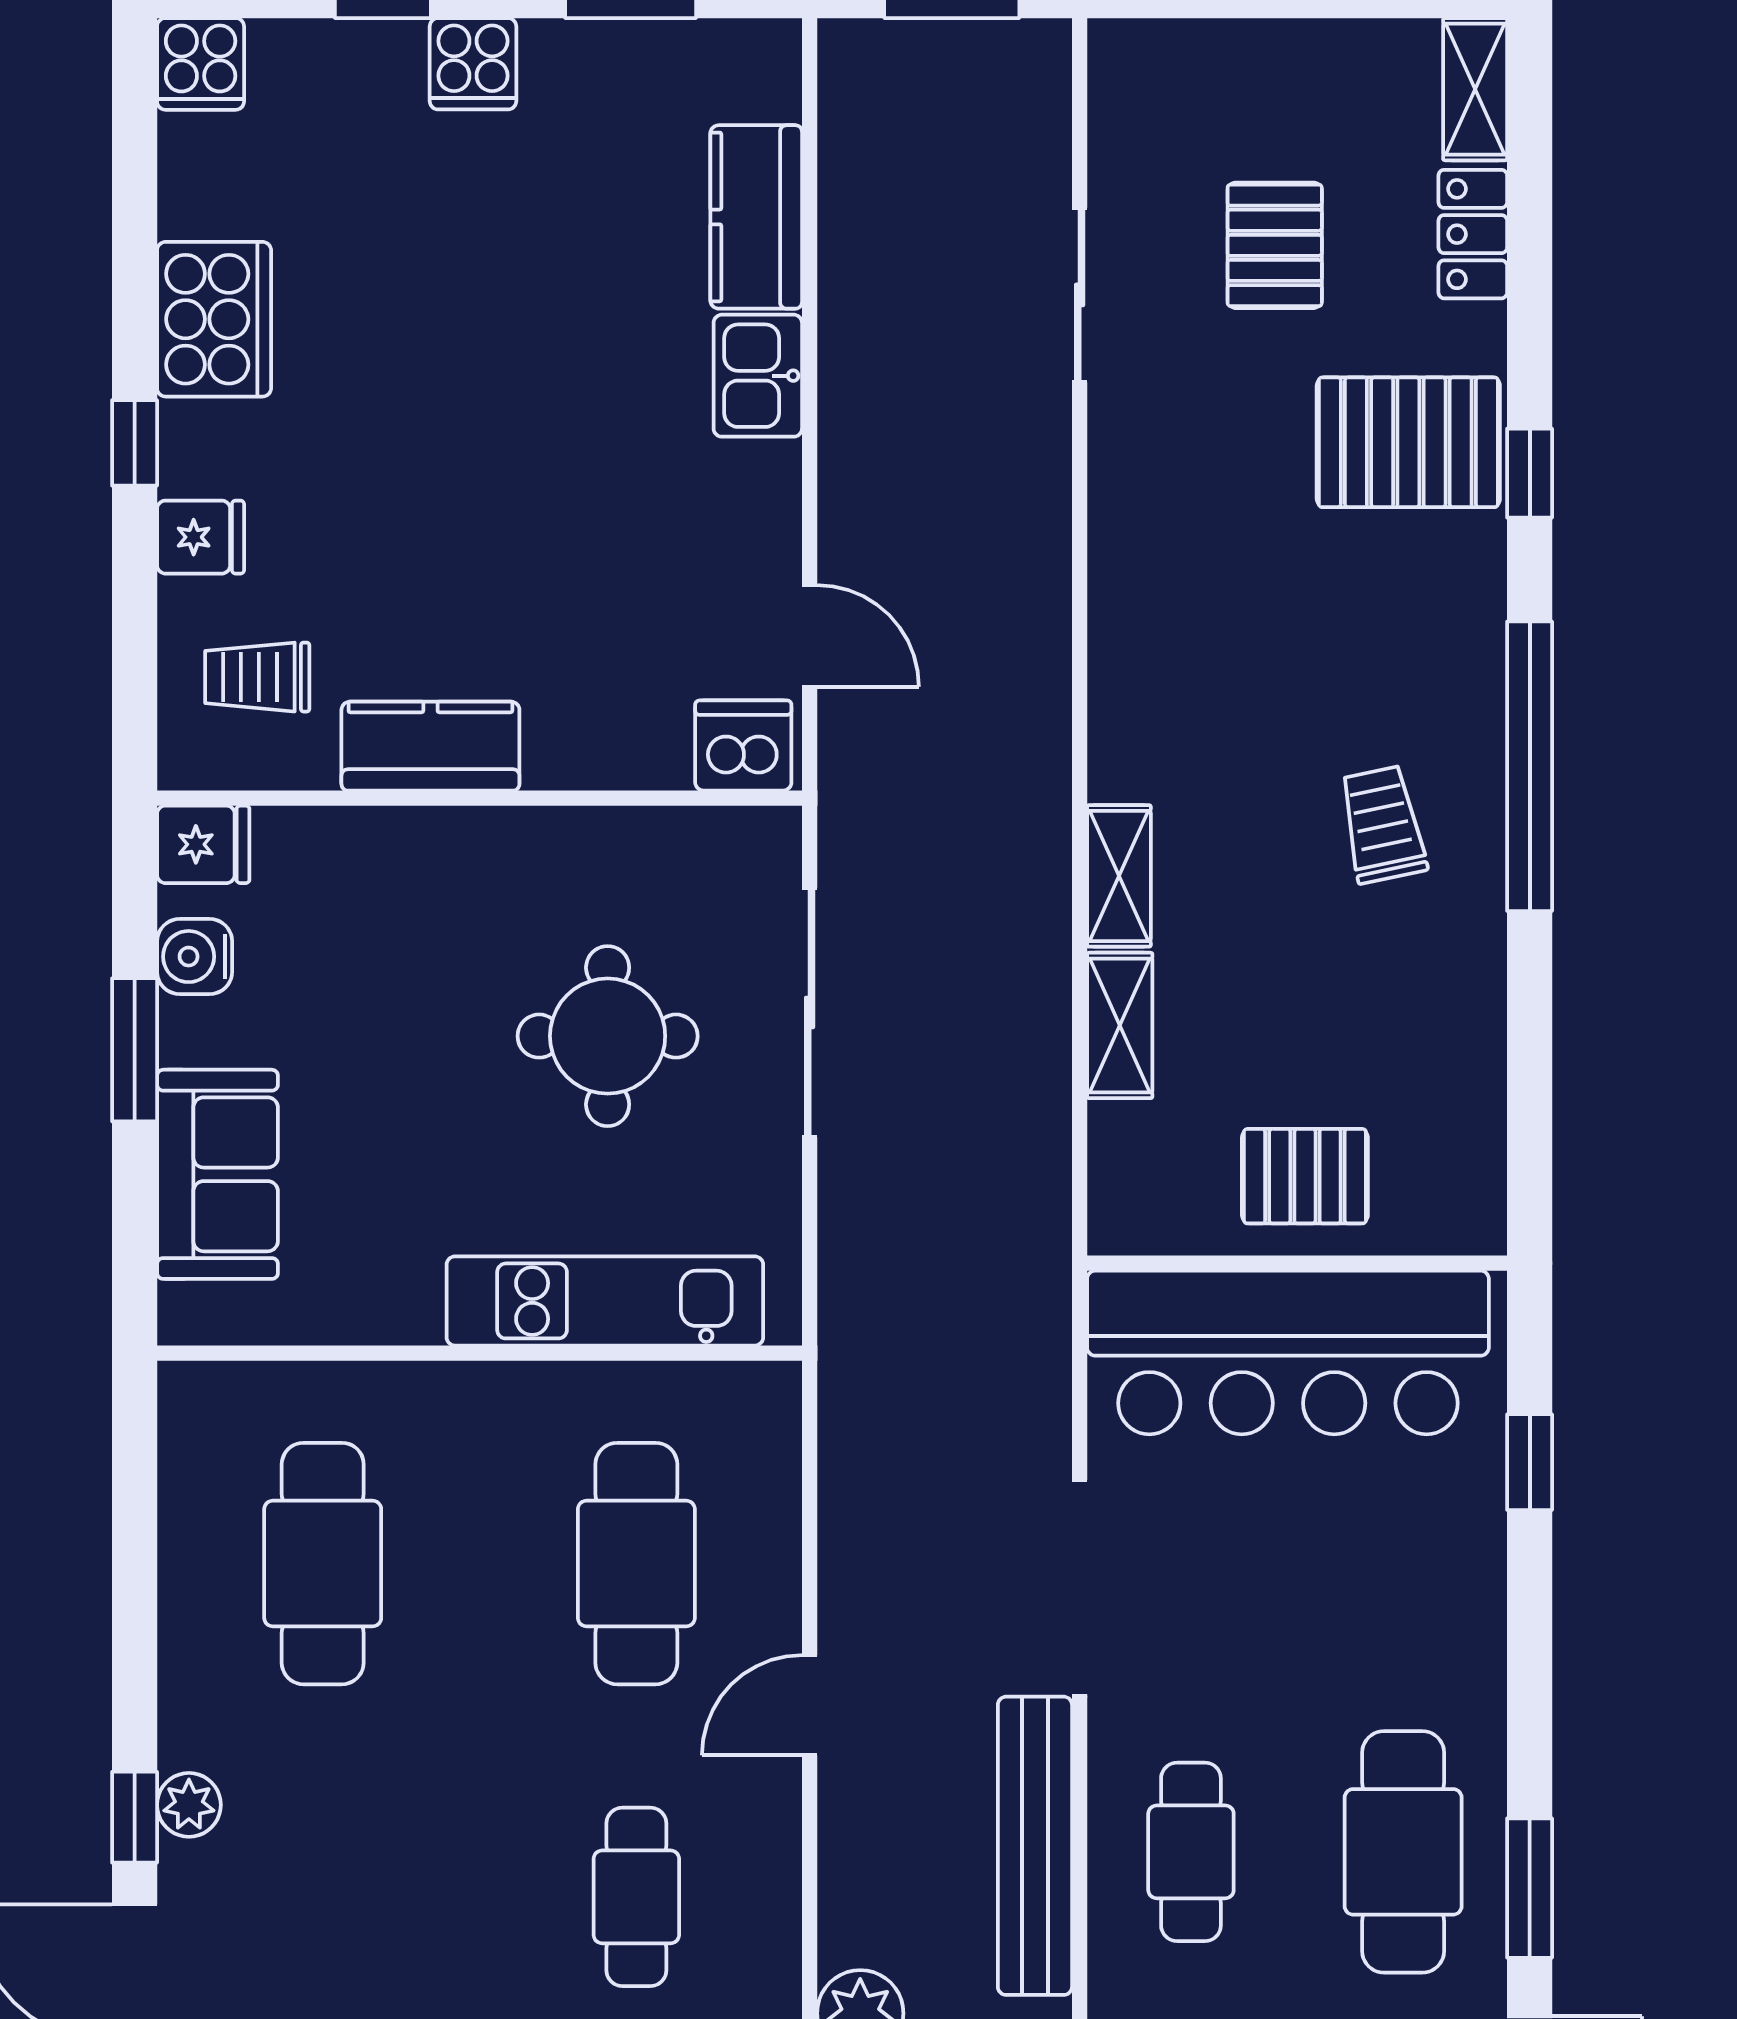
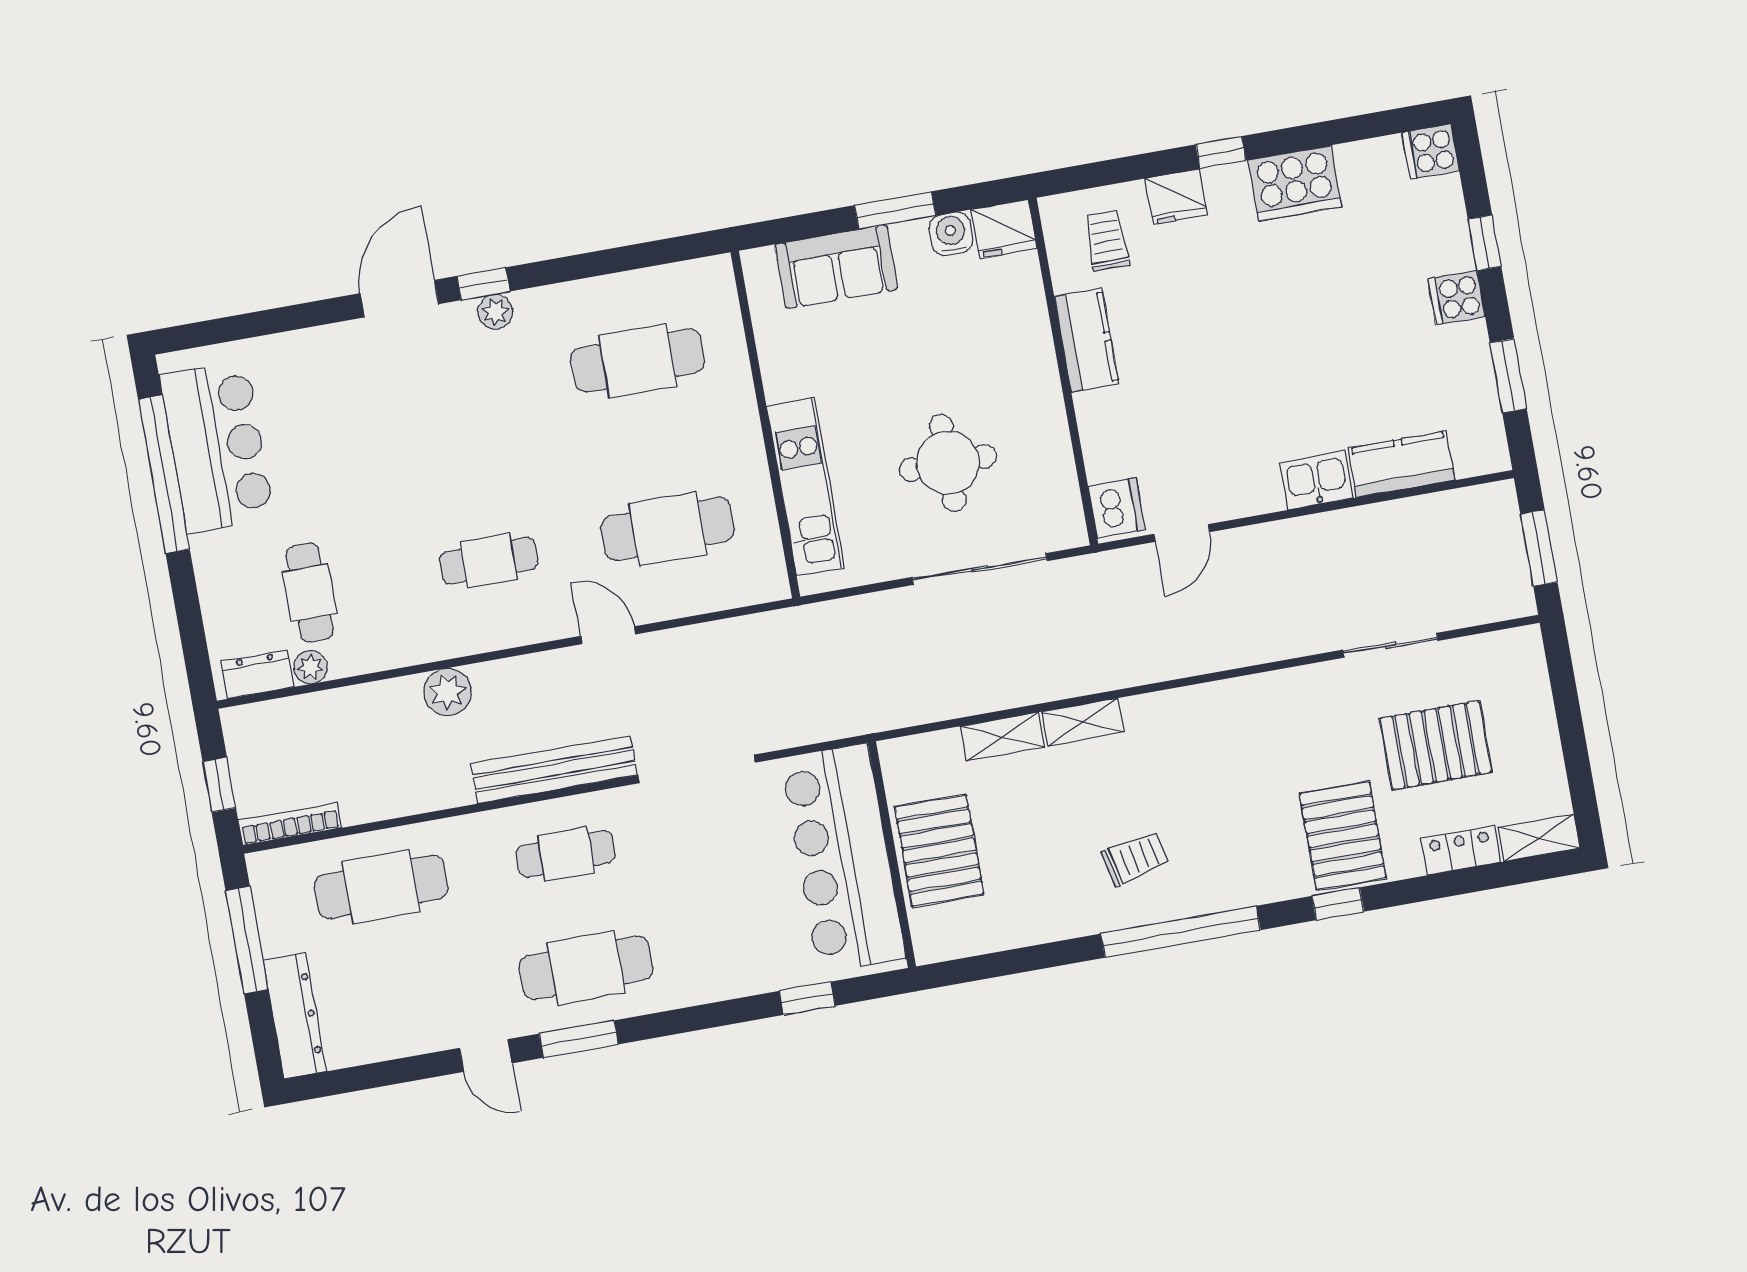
pallet: (1275, 245) -> (1436, 745), width x1.50, depth x1.42
fridge: (201, 537) -> (1177, 197), width x1.38
fridge: (203, 844) -> (1004, 229), width x1.38
pallet: (1305, 1176) -> (939, 850), width x1.50, depth x1.42

